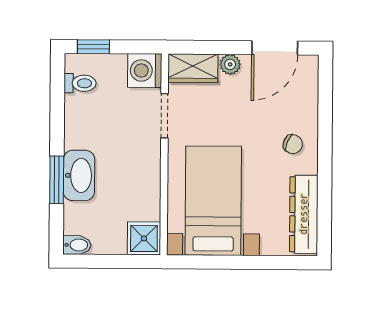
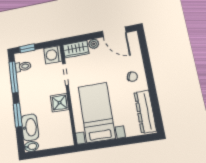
door: (275, 48) -> (114, 32), hinge flipped
window: (57, 101) -> (14, 77), added
washbasin: (79, 175) -> (30, 127), moved
shower: (144, 238) -> (60, 103), moved

